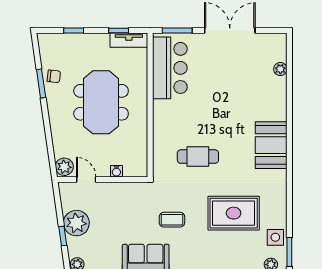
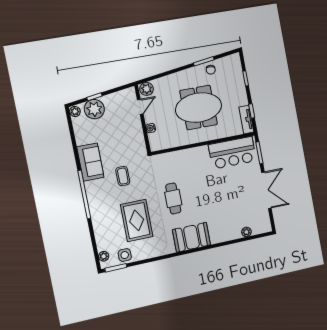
cafe table: (198, 157) -> (173, 199), moved
plant: (76, 223) -> (94, 109), moved

